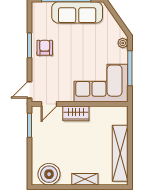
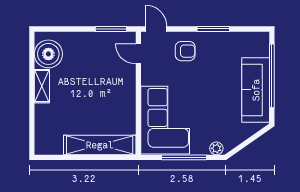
armchair: (45, 48) -> (185, 51), moved
wardrobe: (76, 113) -> (126, 88), removed
shelving: (120, 153) -> (100, 145), moved
shelving: (85, 179) -> (42, 86), moved

